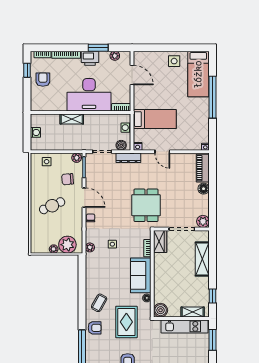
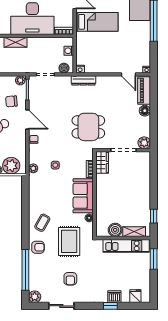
bed: (155, 119) -> (97, 22), moved
door: (162, 152) -> (129, 74), moved
dresser: (128, 158) -> (83, 80), moved
dining table: (146, 205) -> (88, 127), turned 90
shelving: (202, 259) -> (144, 180), removed
boiler: (161, 310) -> (115, 230), moved

